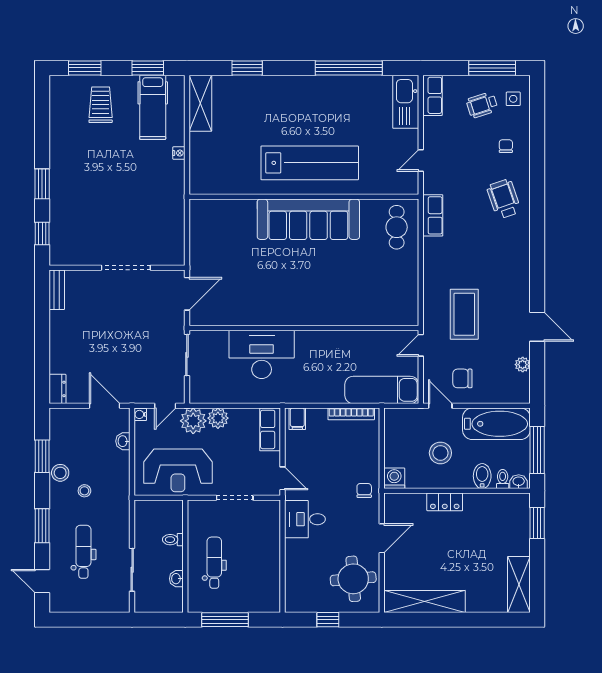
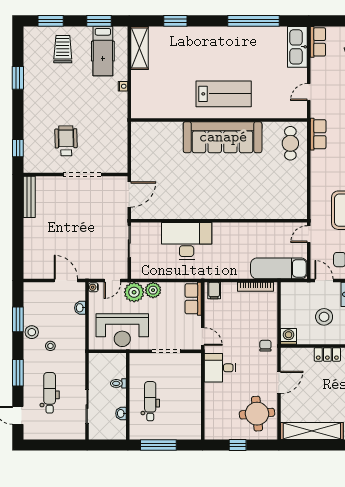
lab bench: (310, 163) -> (224, 94), width x0.73
window: (42, 184) -> (18, 78), moved
wheelchair: (105, 224) -> (66, 141), added
bench: (57, 290) -> (29, 197), width x1.36
dresser: (57, 389) -> (30, 268), removed

